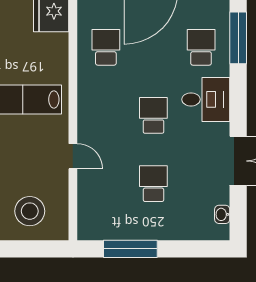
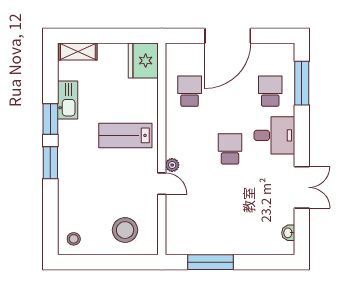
plant: (85, 134) -> (172, 165), added
school desk: (153, 184) -> (230, 207), removed

